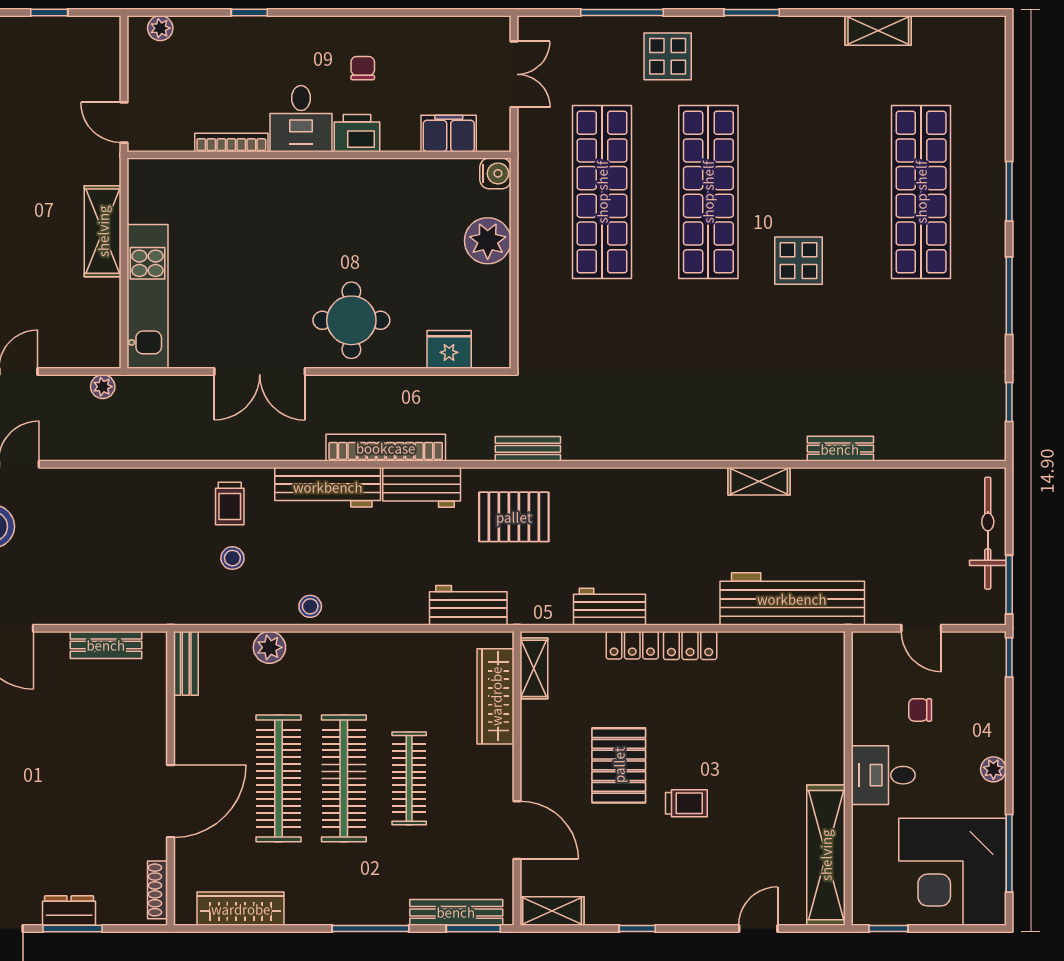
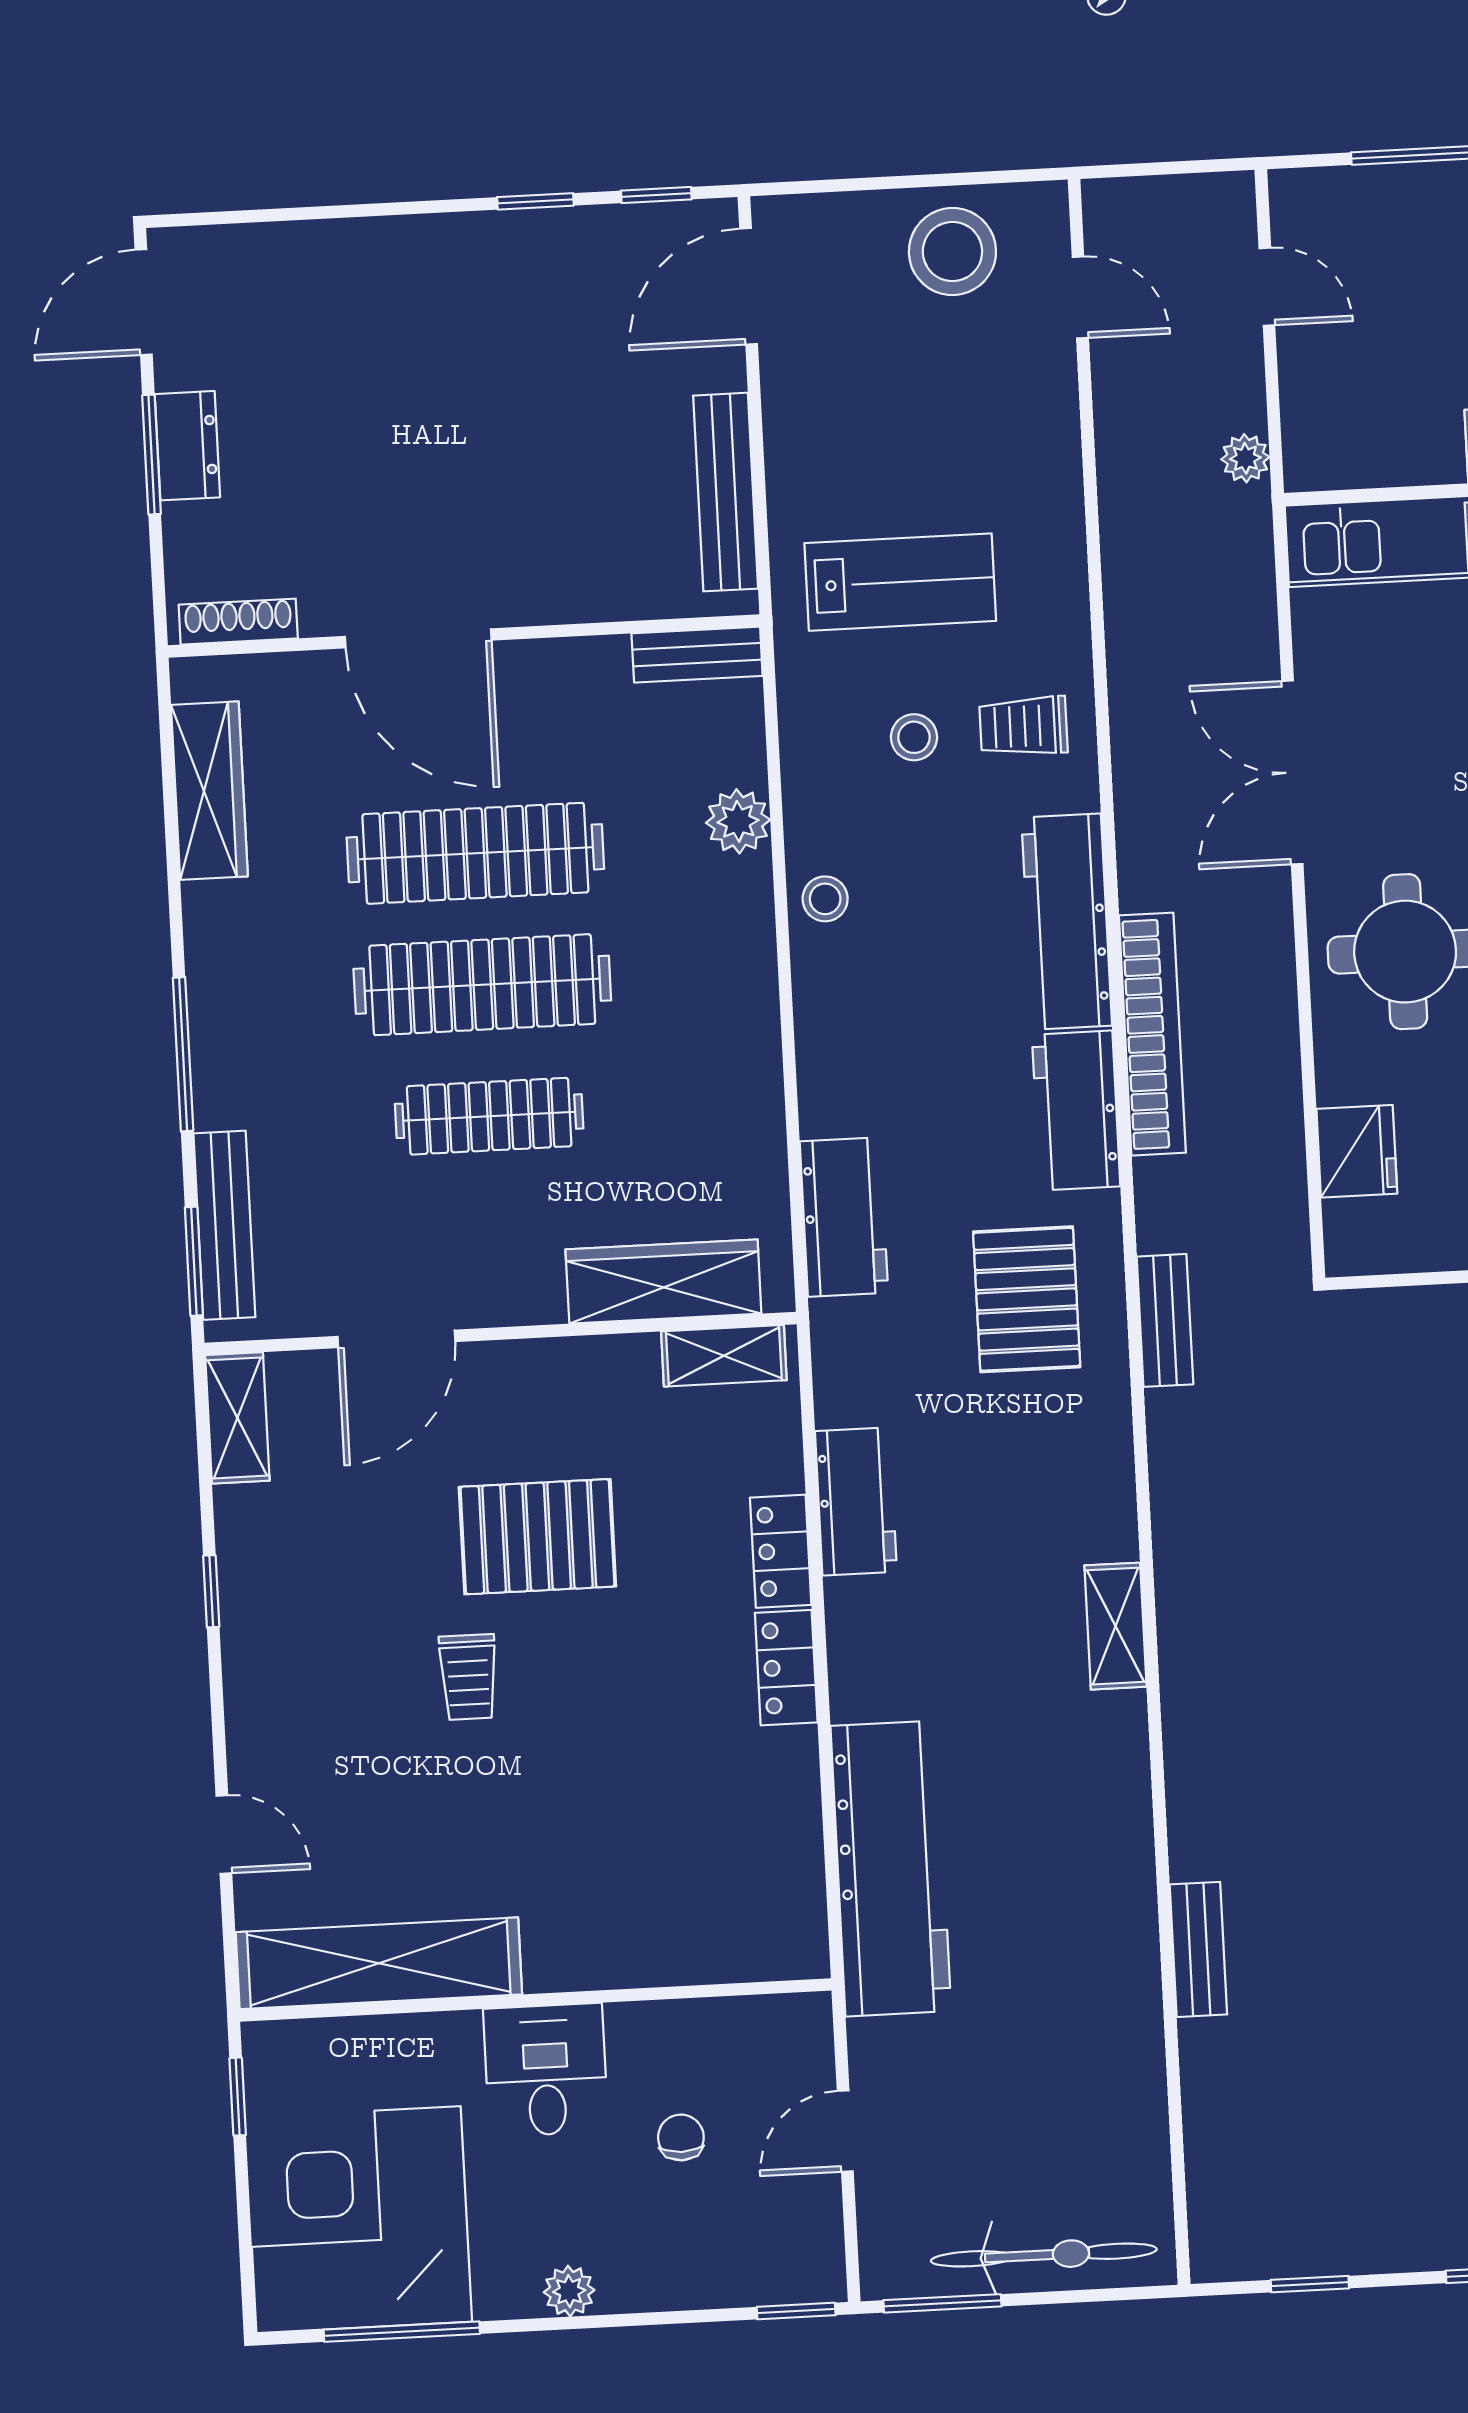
shelving: (759, 481) -> (1116, 1626), moved
lab bench: (155, 561) -> (900, 582), added
bench: (106, 645) -> (726, 492), width x1.36

